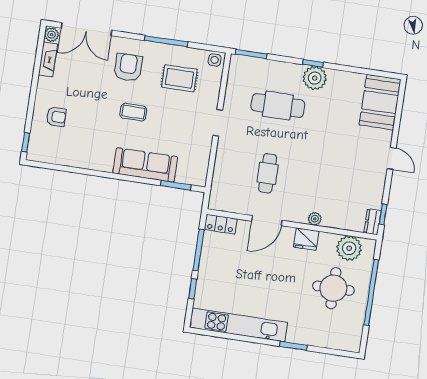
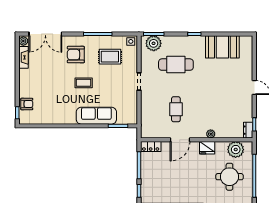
armchair: (128, 67) -> (76, 55), turned -90
plant: (315, 78) -> (154, 43), moved
booth: (380, 102) -> (222, 47), moved, turned 90
armchair: (56, 117) -> (27, 104), moved

